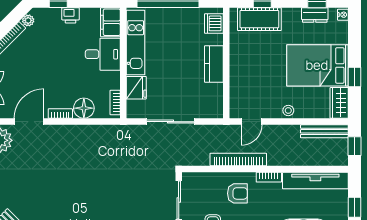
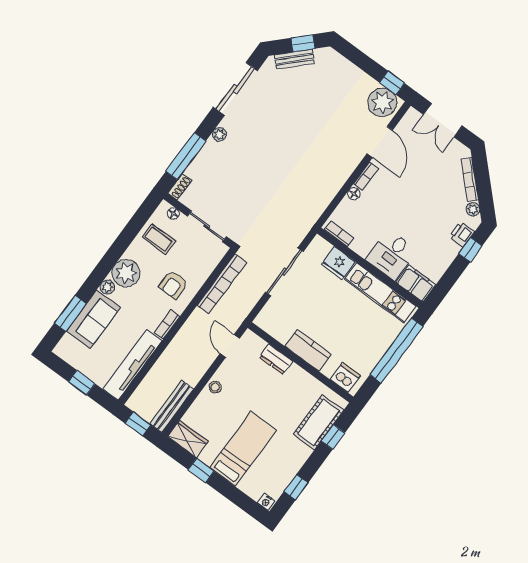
printer: (71, 15) -> (462, 234), moved
dresser: (315, 15) -> (276, 359), moved, turned -90
bed: (317, 65) -> (243, 449), width x0.67
floor lamp: (84, 108) -> (354, 194), width x0.53, depth x0.53
bookcase: (238, 159) -> (222, 284), moved

